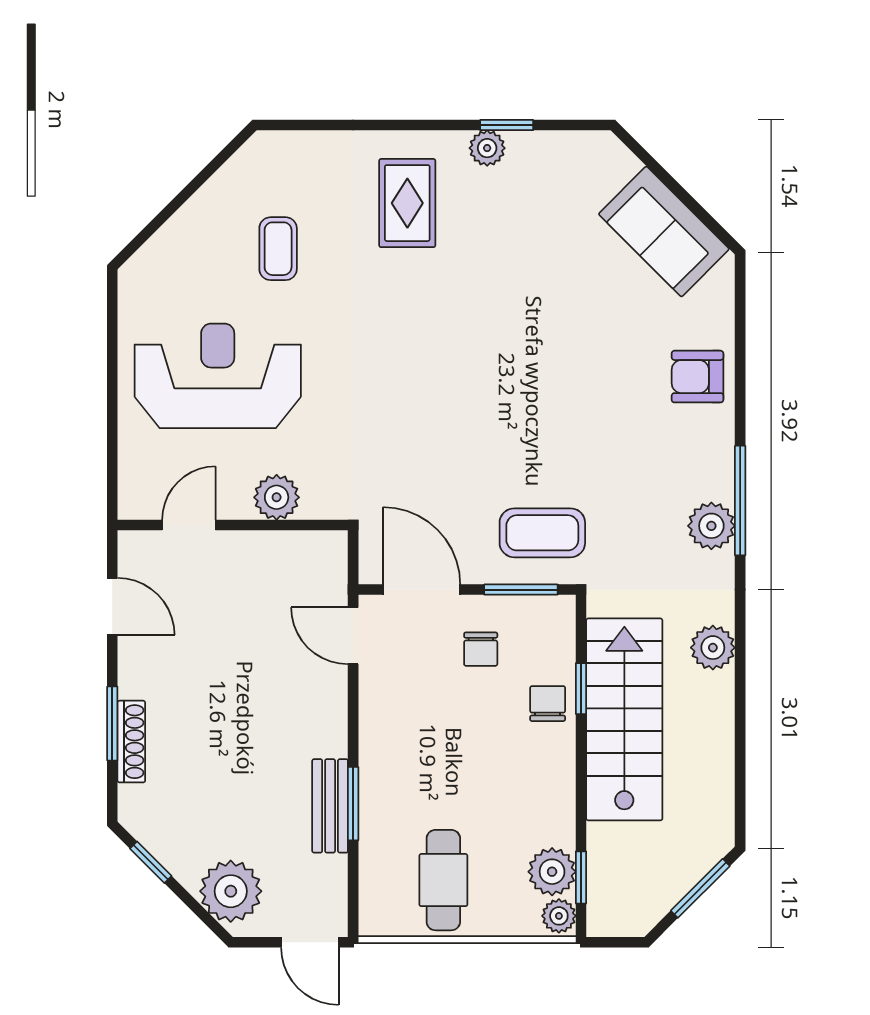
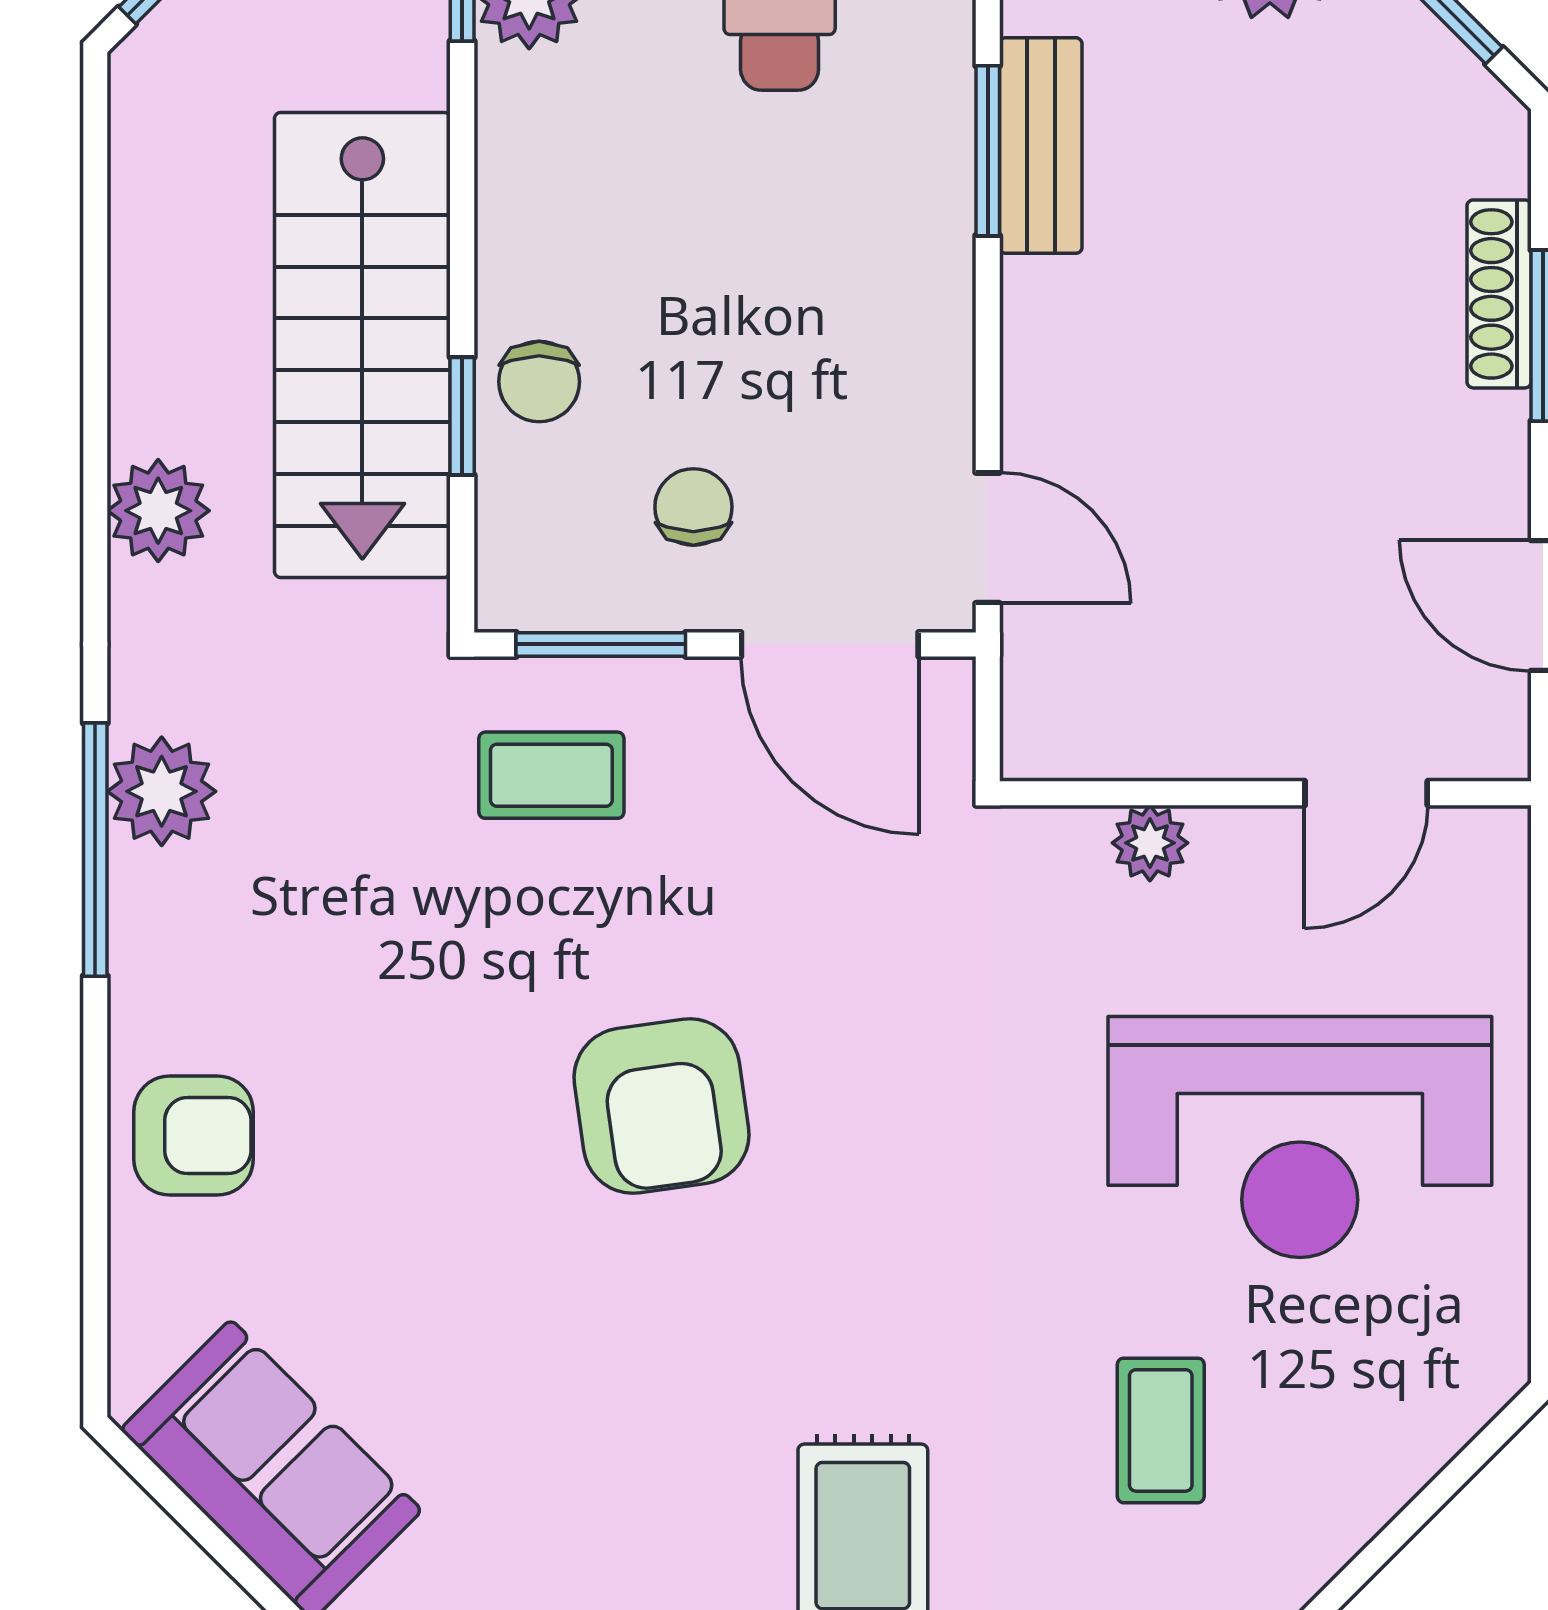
armchair: (495, 389) -> (661, 1106), added
plant: (277, 497) -> (1150, 843), width x0.73, depth x0.73
coffee table: (542, 533) -> (551, 775), width x0.73, depth x0.77

